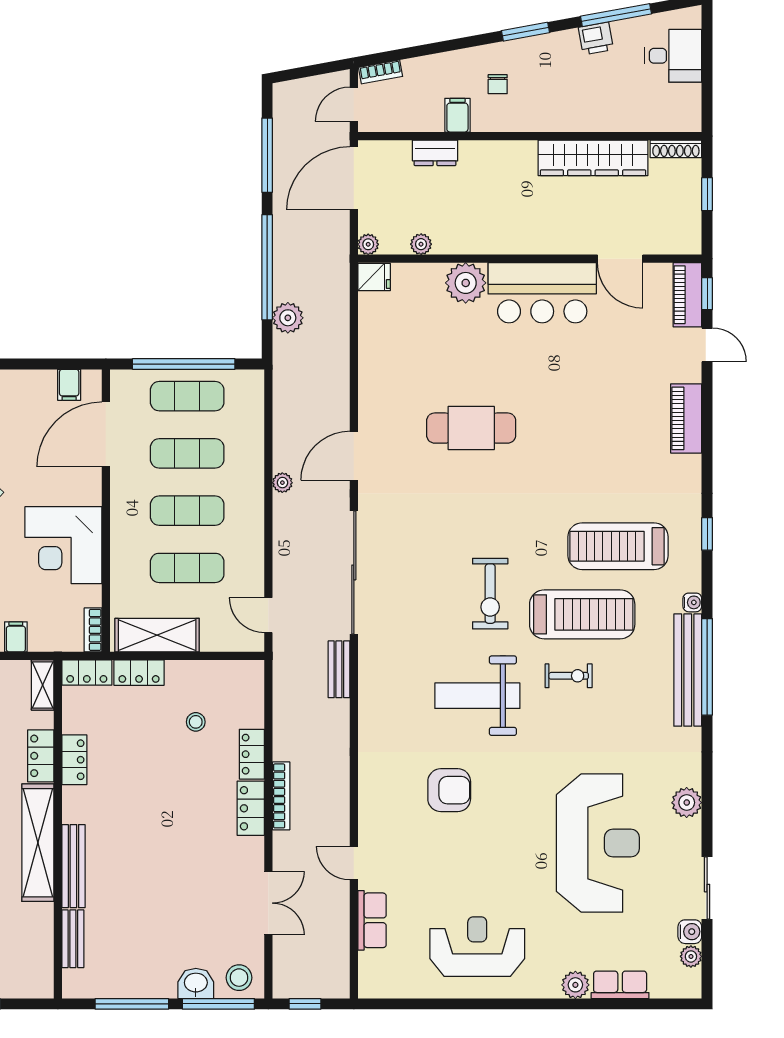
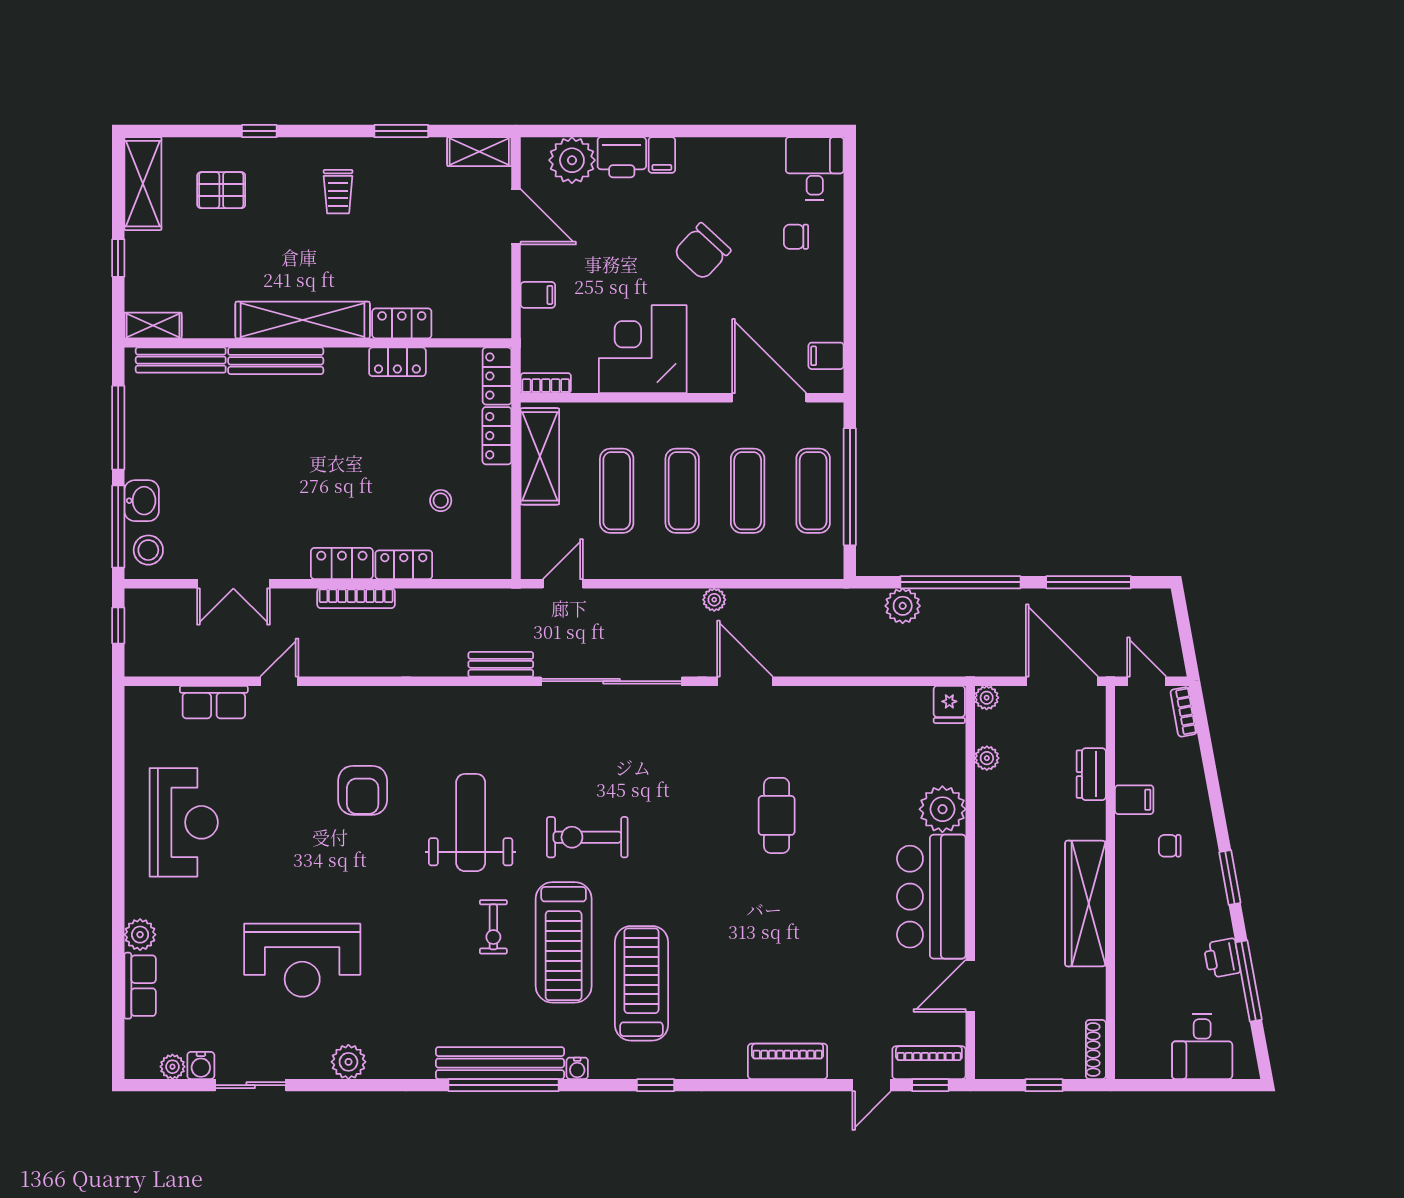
wardrobe: (593, 158) -> (1086, 904), moved
cafe table: (471, 428) -> (777, 815), width x0.73, depth x0.74
shelving: (43, 685) -> (153, 325), moved
reception desk: (598, 843) -> (302, 960), width x0.74, depth x0.77
bench: (73, 939) -> (181, 360), width x1.36

